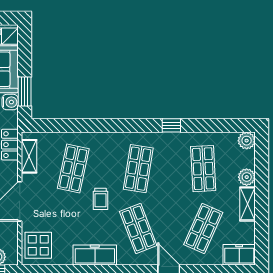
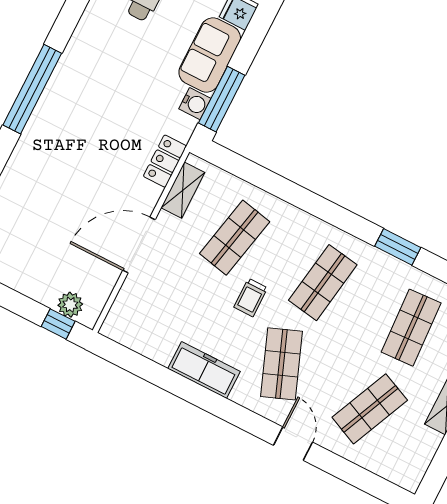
window: (25, 92) -> (222, 99), width x1.44
window: (171, 125) -> (398, 247), width x1.50
display table: (38, 245) -> (134, 318), removed
freezer: (239, 255) -> (400, 469), removed

